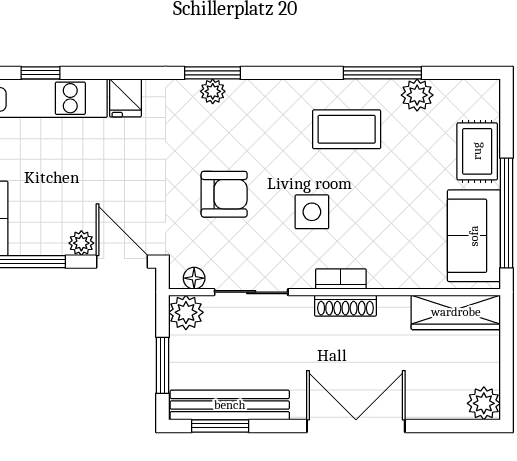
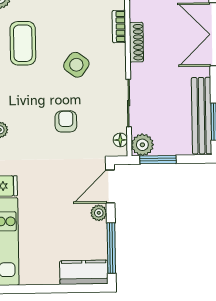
armchair: (224, 194) -> (66, 121), width x0.72, depth x0.72
side table: (312, 212) -> (76, 65), turned 36
bookcase: (341, 279) -> (119, 27), moved
window: (163, 365) -> (158, 160), moved

